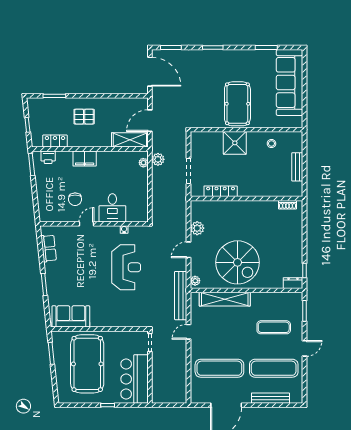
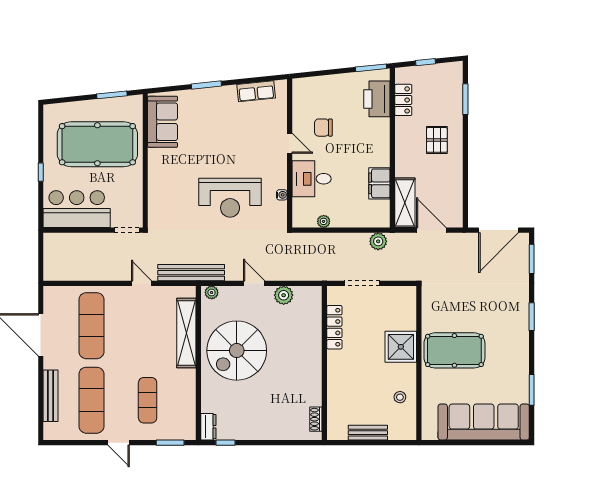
printer: (48, 157) -> (377, 99), width x1.87, depth x1.48
filing cabinet: (85, 159) -> (379, 183), moved
plant: (143, 163) -> (324, 221), moved

